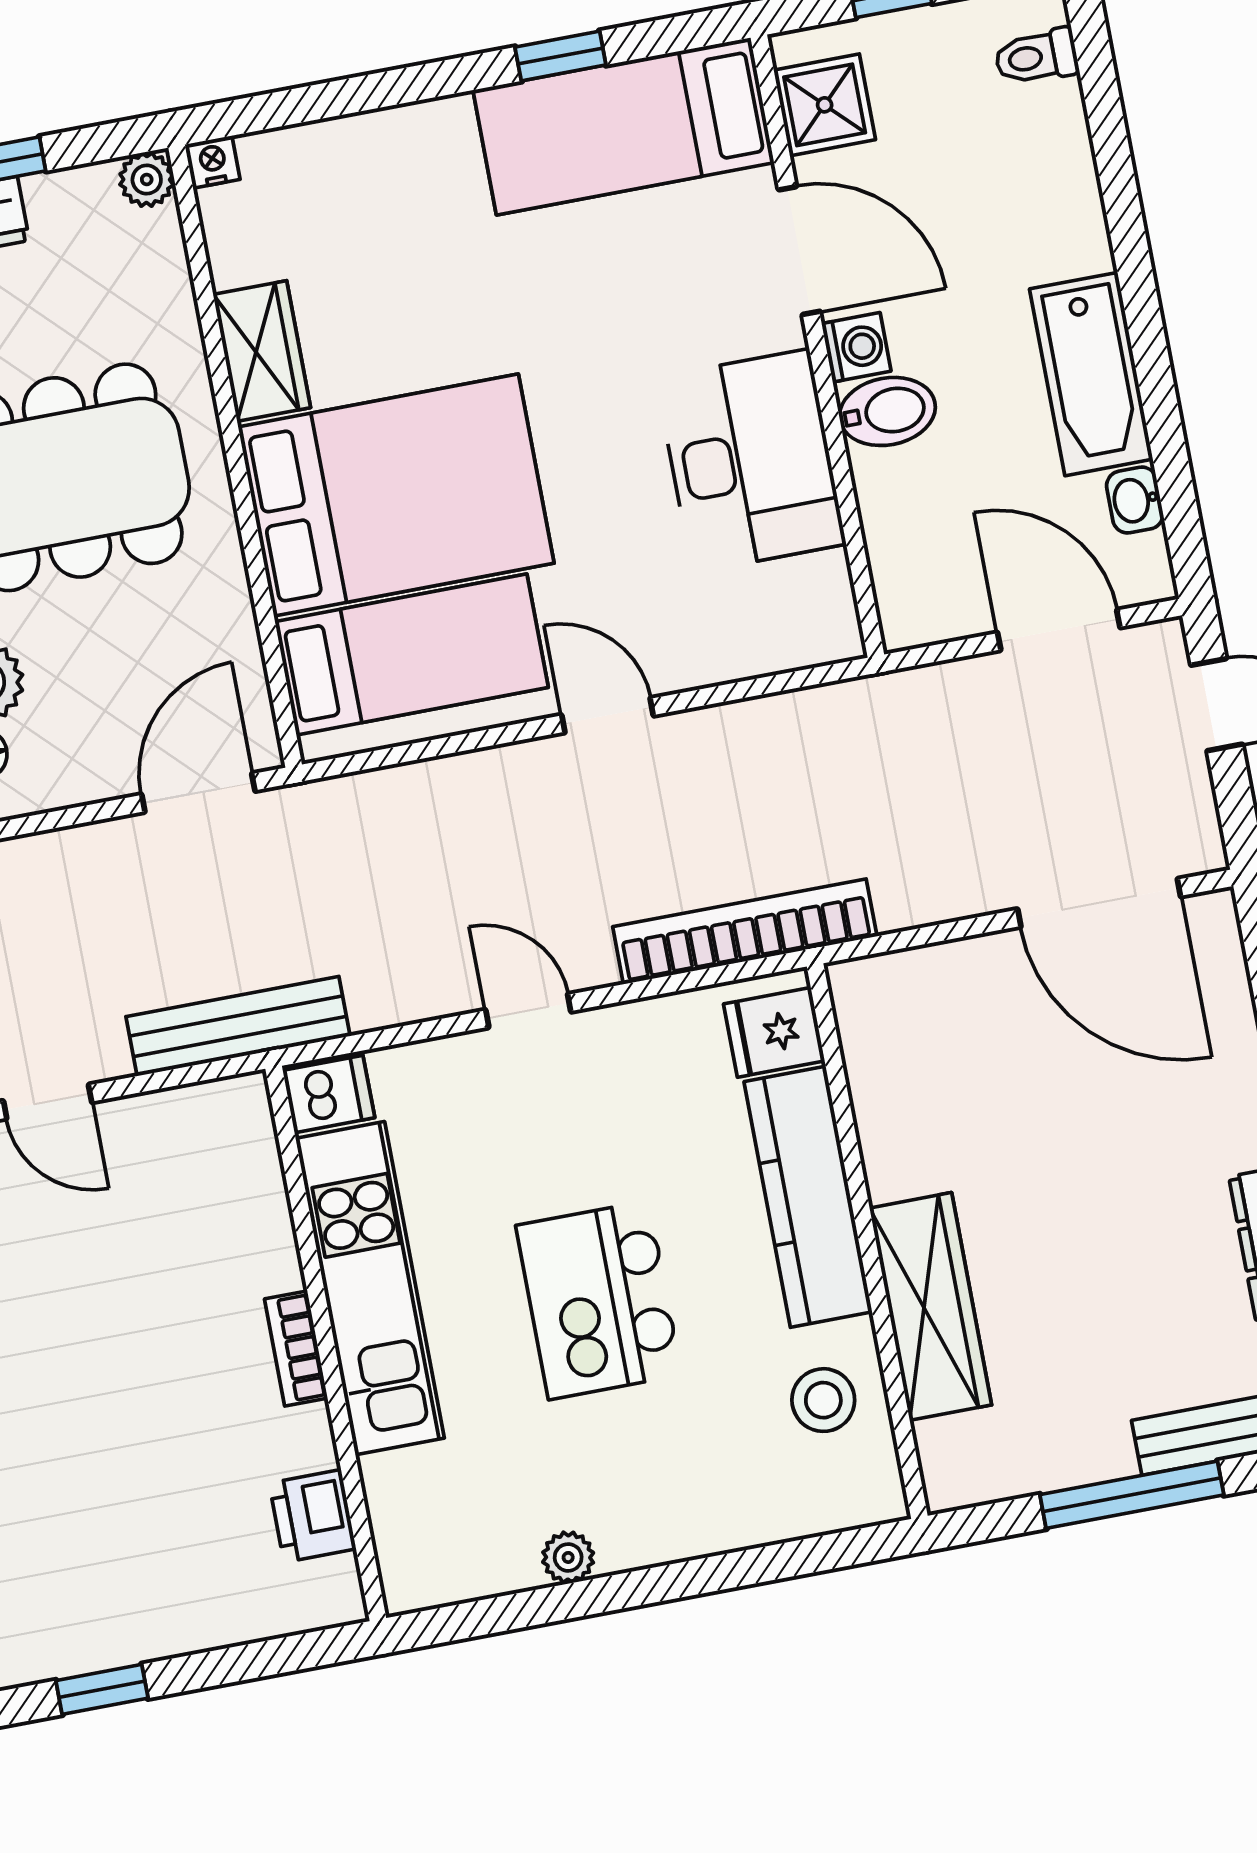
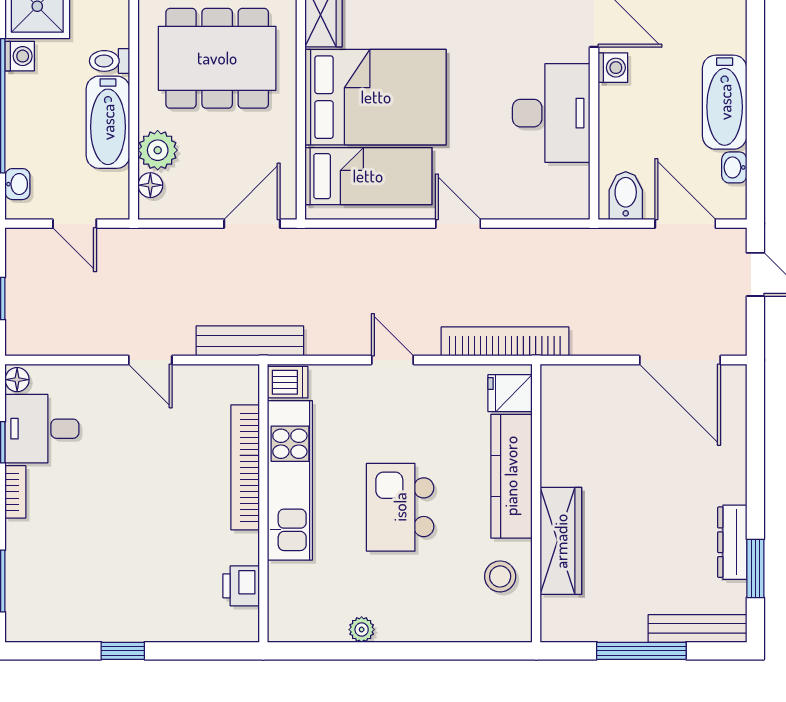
bidet: (887, 411) -> (626, 196), moved, turned -90
bookcase: (296, 1349) -> (245, 467), width x2.31, depth x1.31

